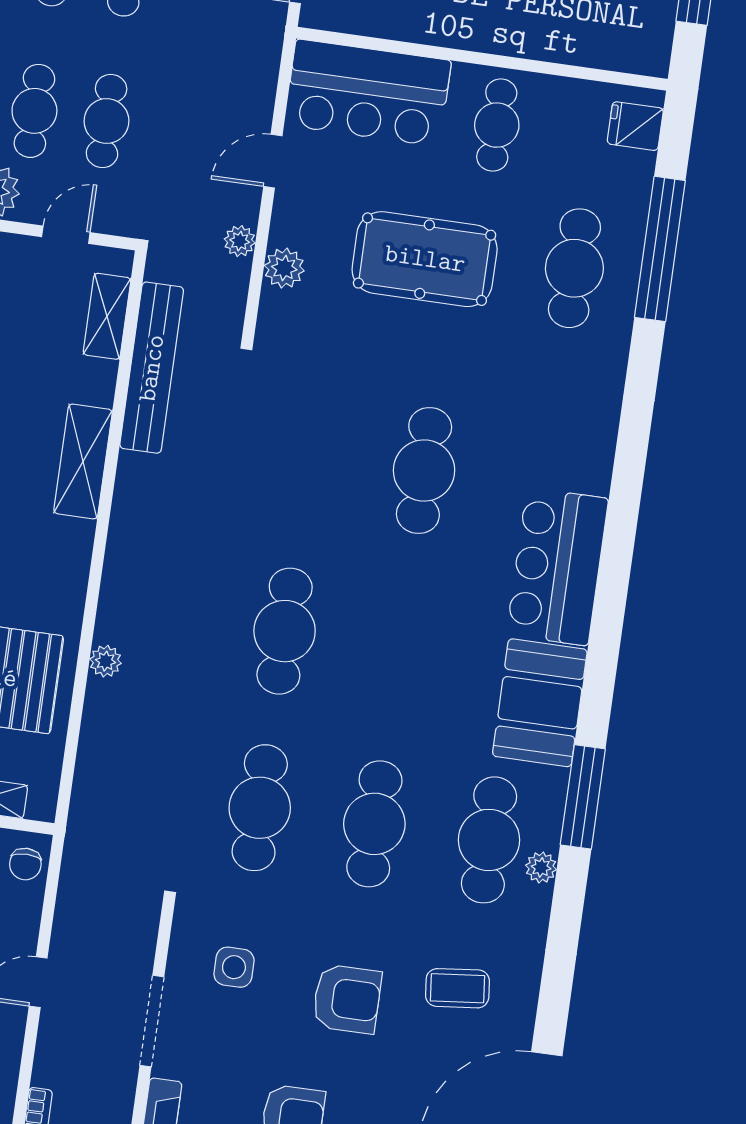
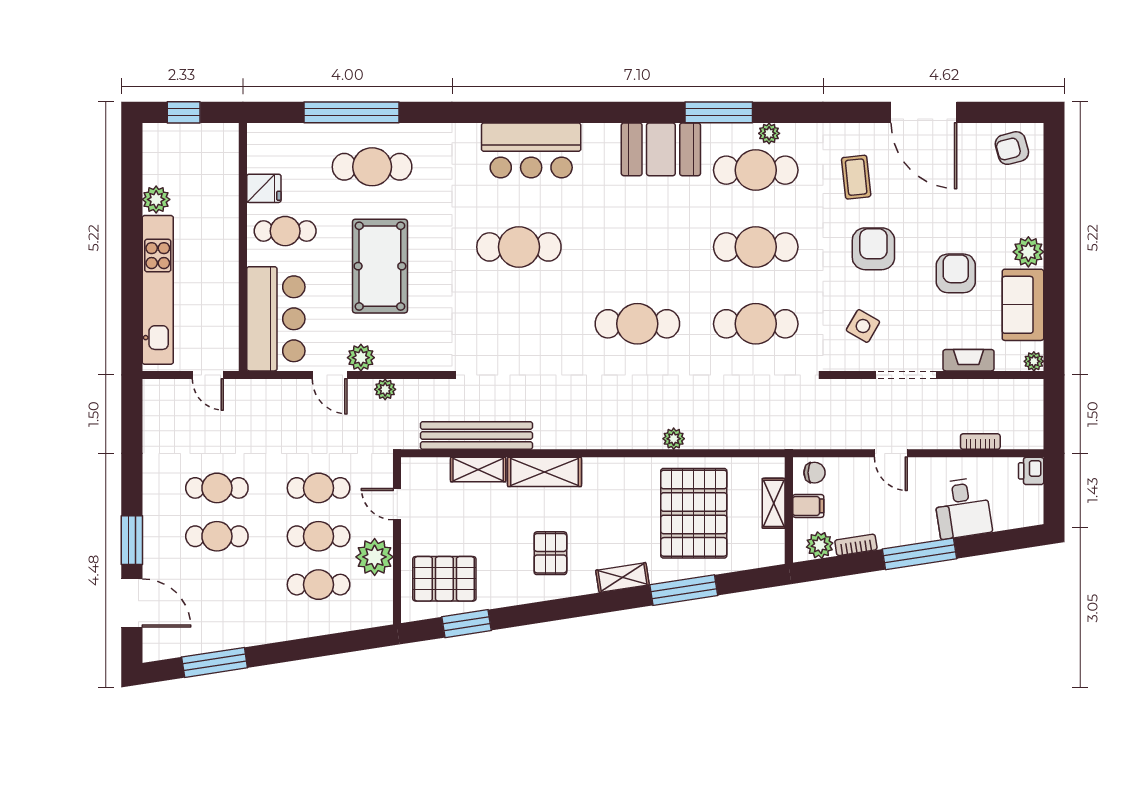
fridge: (635, 126) -> (264, 188), moved, turned -90
plant: (284, 268) -> (361, 358), moved
shelving: (107, 316) -> (478, 470), moved
bar counter: (557, 567) -> (531, 150), moved
side table: (234, 967) -> (863, 326), turned 30

